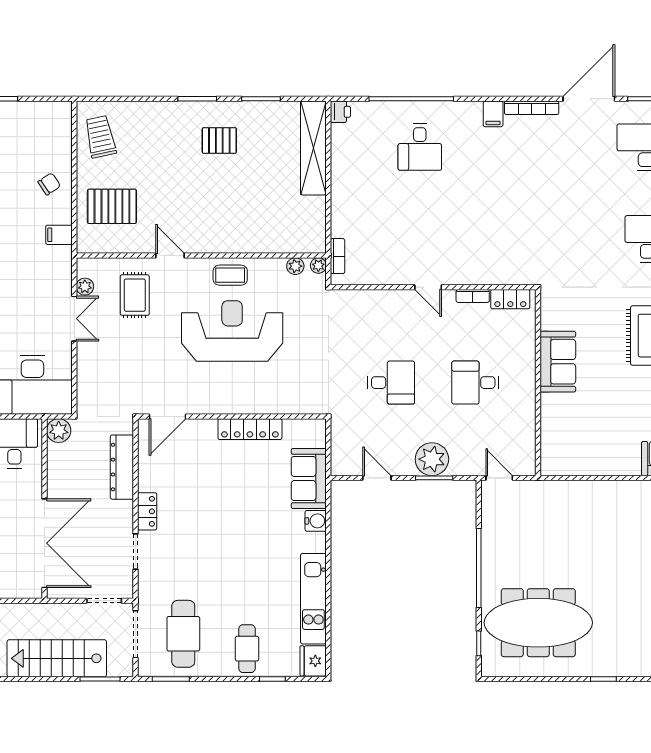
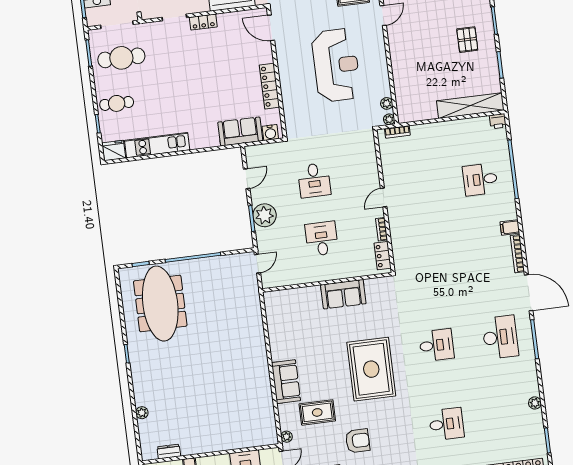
coffee table: (230, 275) -> (375, 59), removed
water cooler: (316, 521) -> (270, 133), moved

